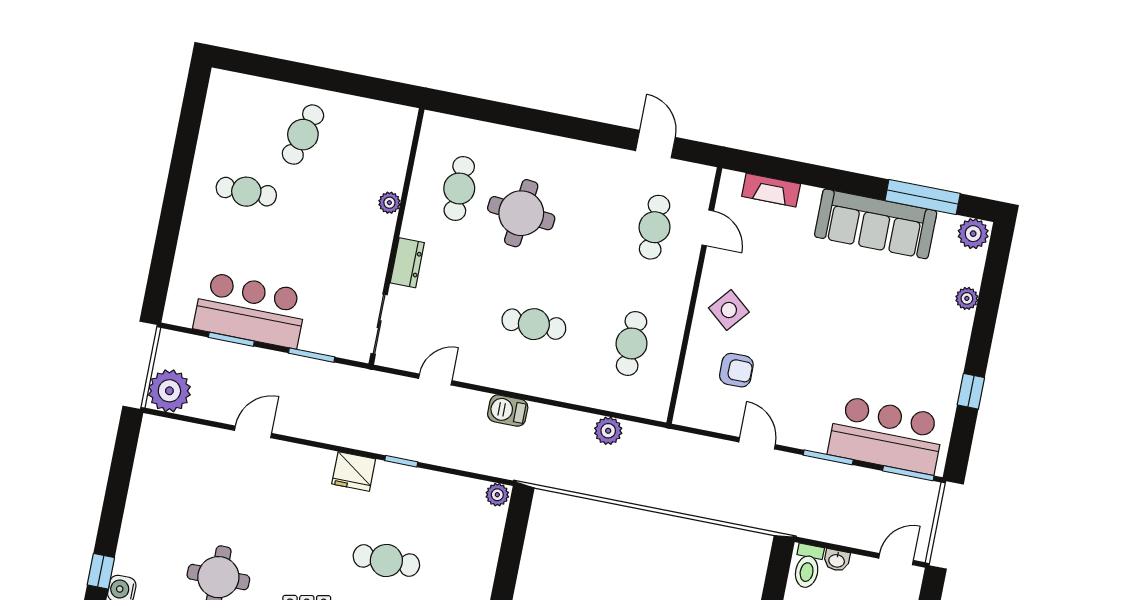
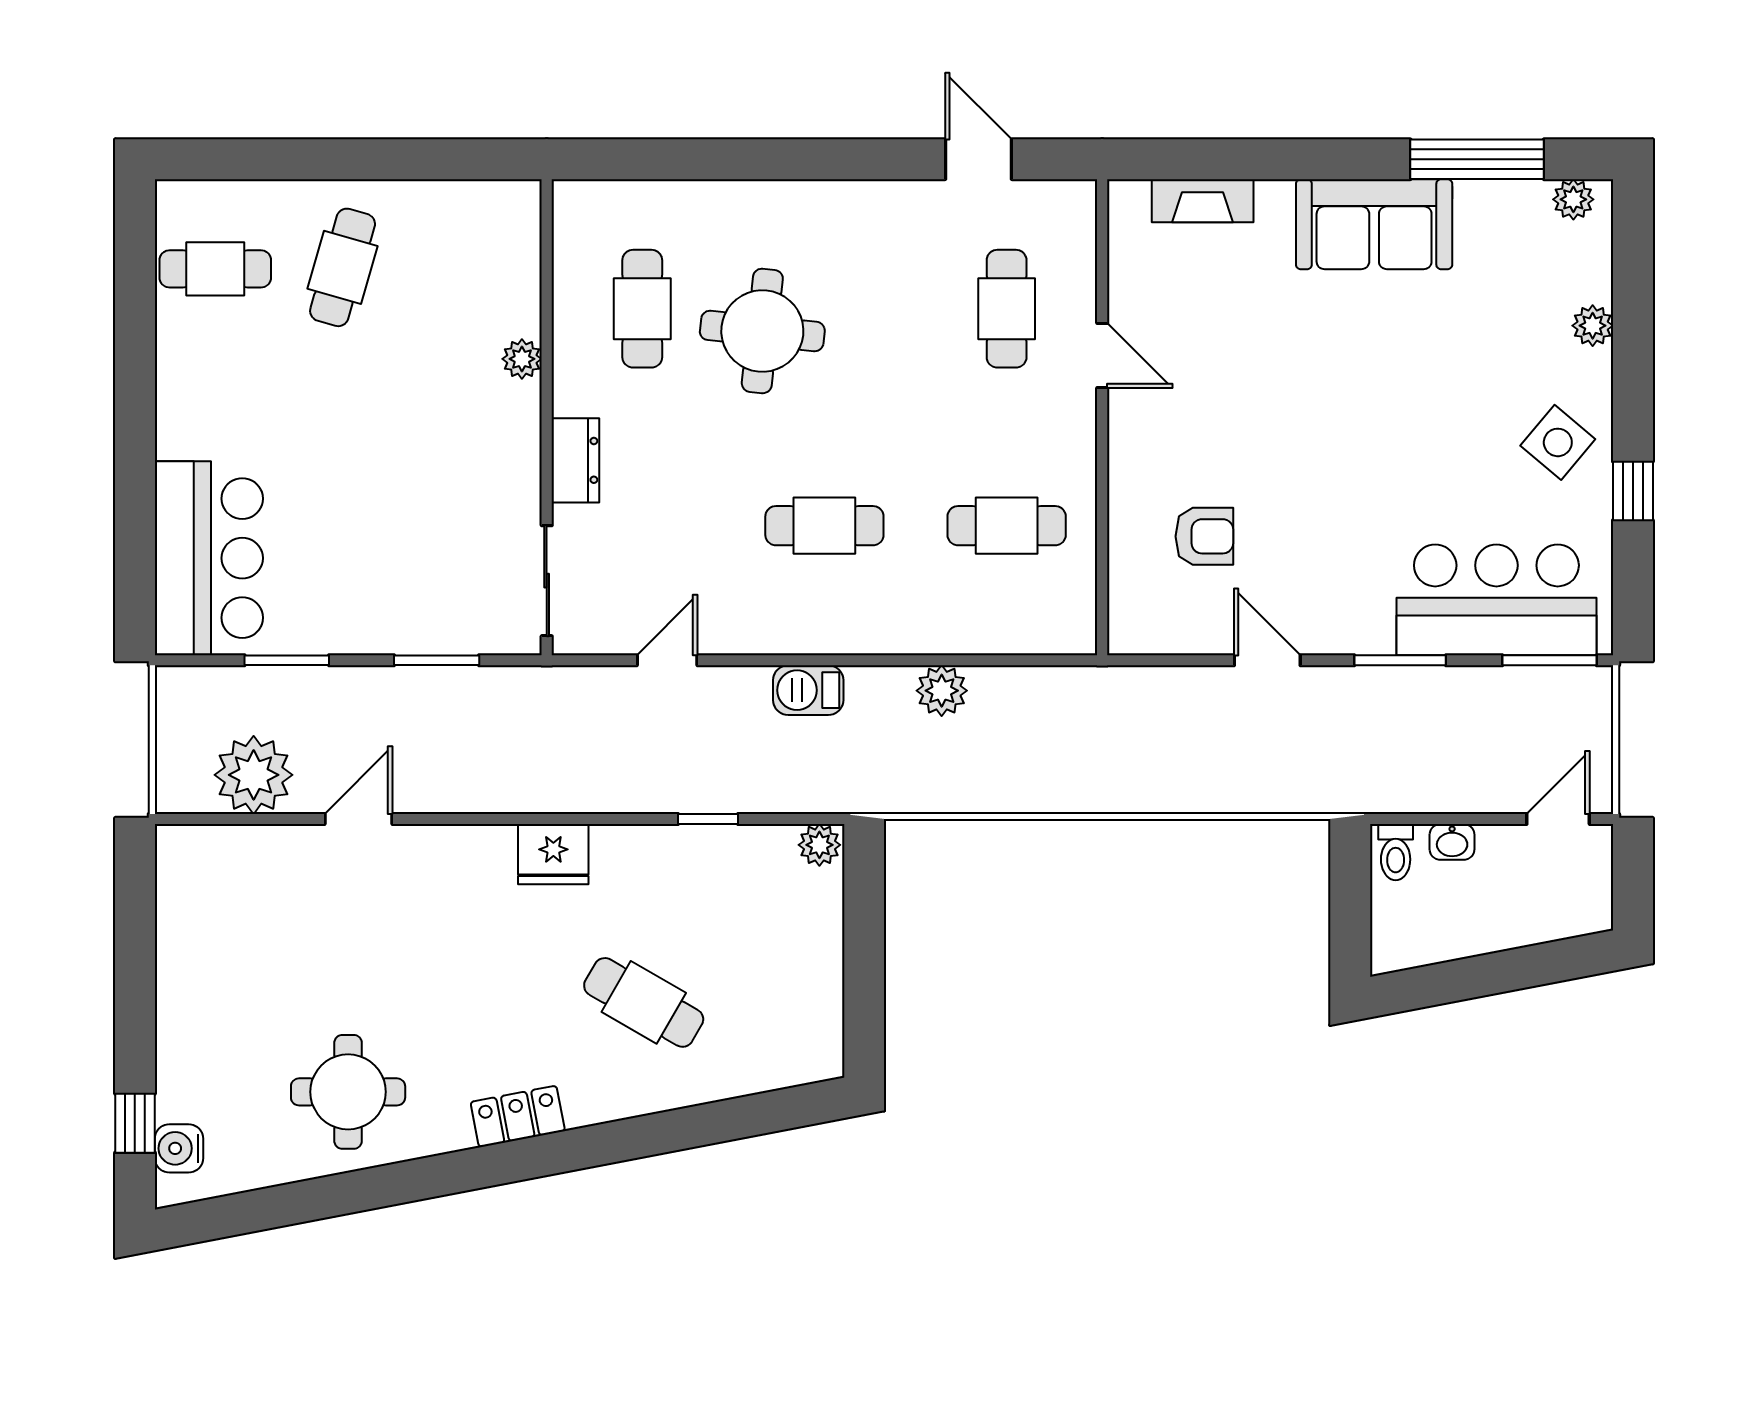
cafe table: (246, 192) -> (215, 269), moved
sofa: (876, 224) -> (1374, 224), width x0.73
door: (708, 228) -> (1102, 356), moved
plant: (973, 234) -> (1573, 199), width x0.73, depth x0.73
bar counter: (250, 310) -> (209, 558), moved, turned 90
side table: (729, 310) -> (1558, 442), moved
cafe table: (632, 343) -> (1007, 526), turned 90
plant: (169, 391) -> (254, 775), moved
plant: (608, 431) -> (942, 691), moved
window: (401, 461) -> (708, 819), moved
cafe table: (386, 561) -> (644, 1002), turned 30
toilet: (808, 566) -> (1396, 852), width x0.73, depth x0.72

